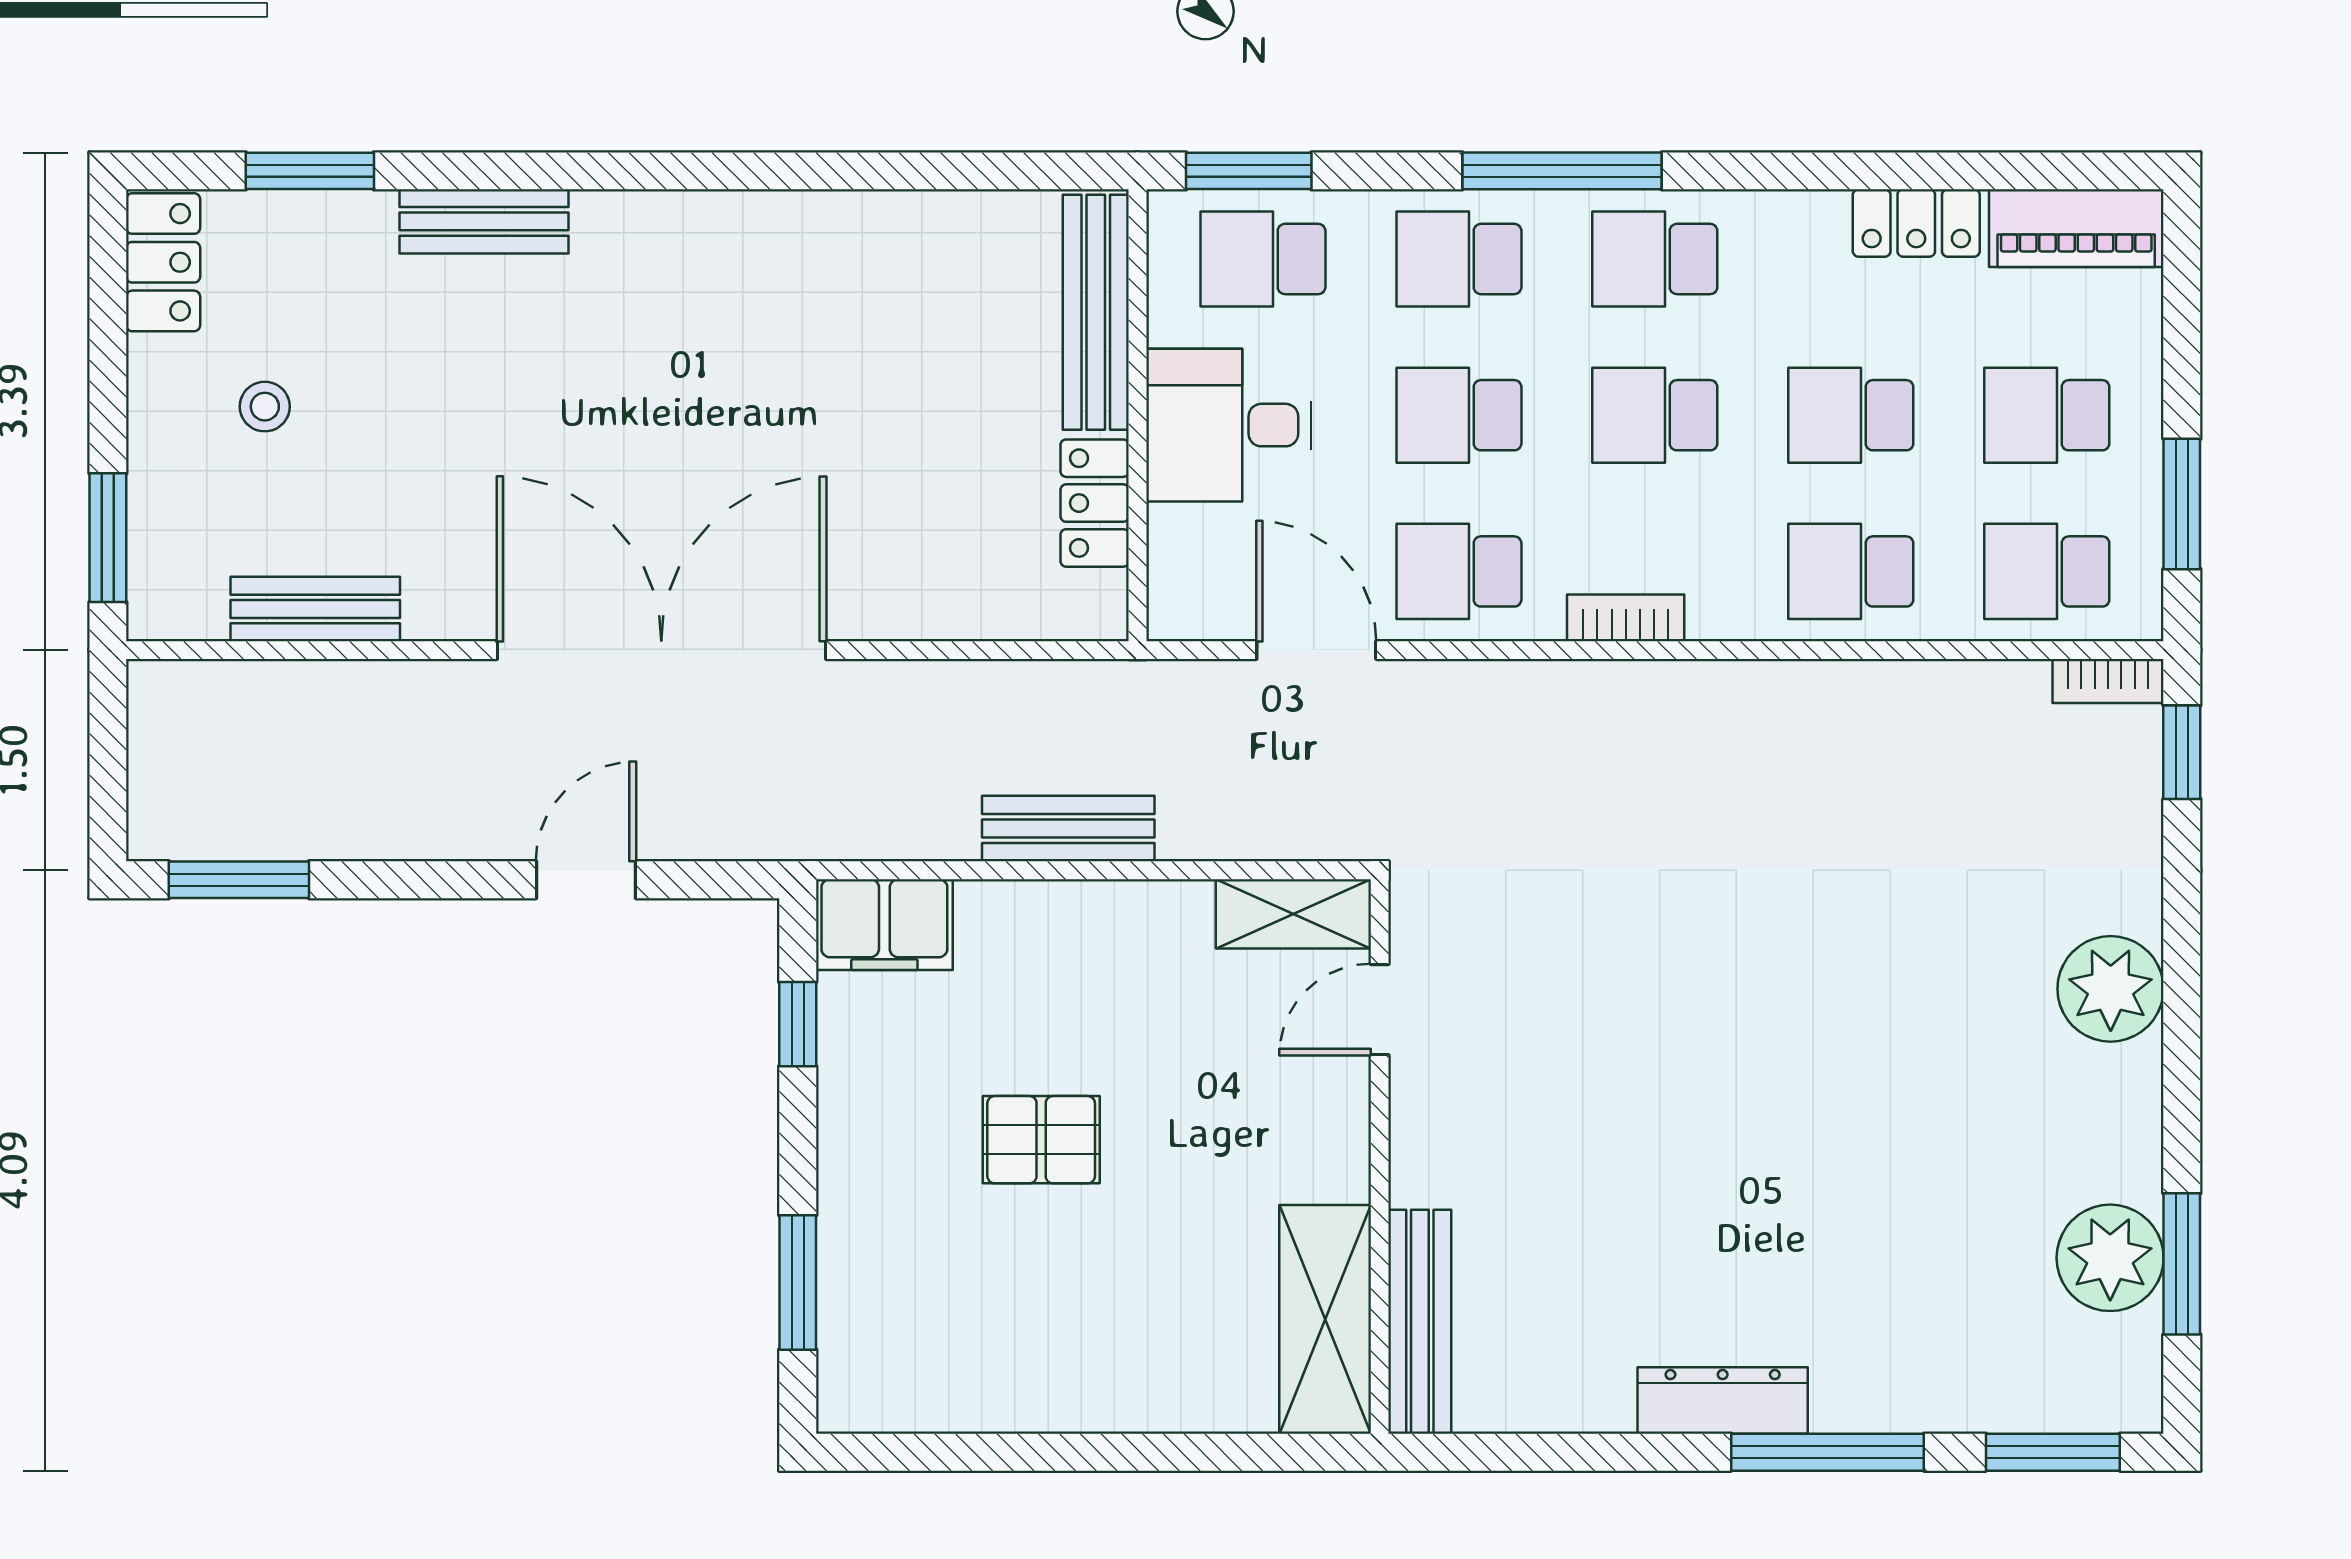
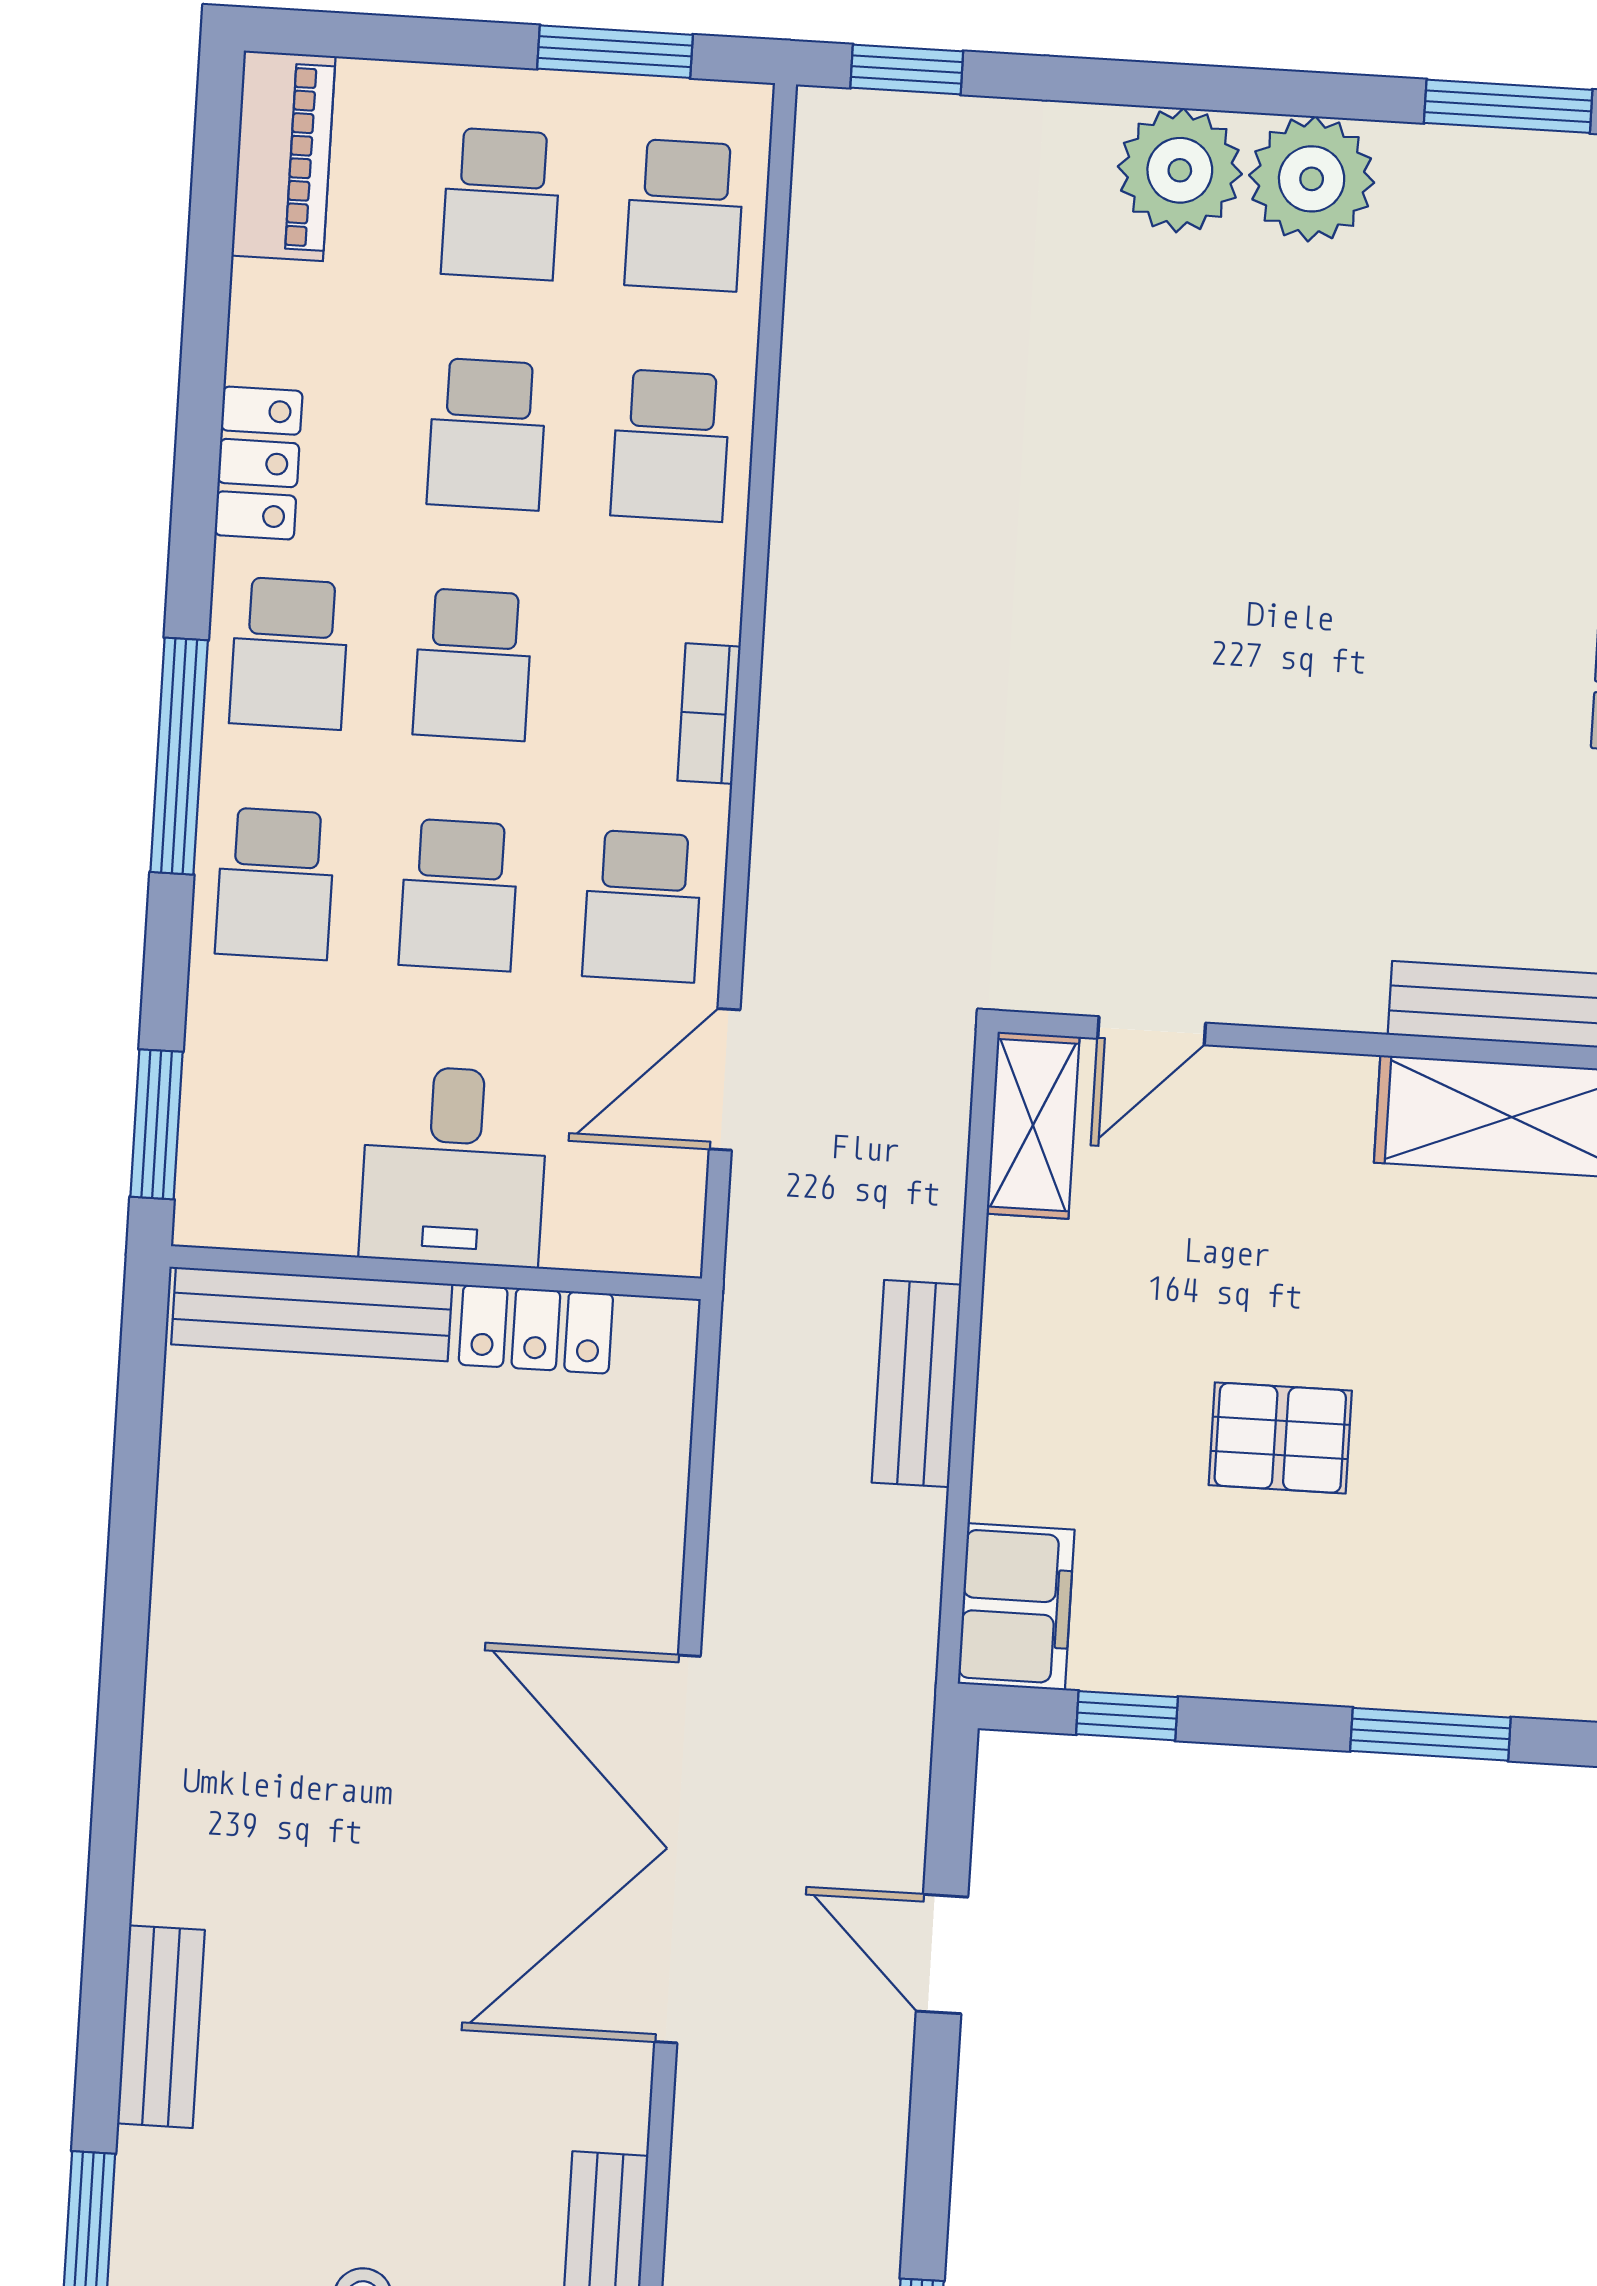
locker: (1916, 223) -> (259, 463), moved
school desk: (1263, 259) -> (261, 1114), removed
bookcase: (2108, 681) -> (818, 151), removed
door: (1380, 1010) -> (1152, 1031), hinge flipped
pallet: (1041, 1140) -> (1280, 1438), turned 90
plant: (2110, 1258) -> (1312, 179), moved

